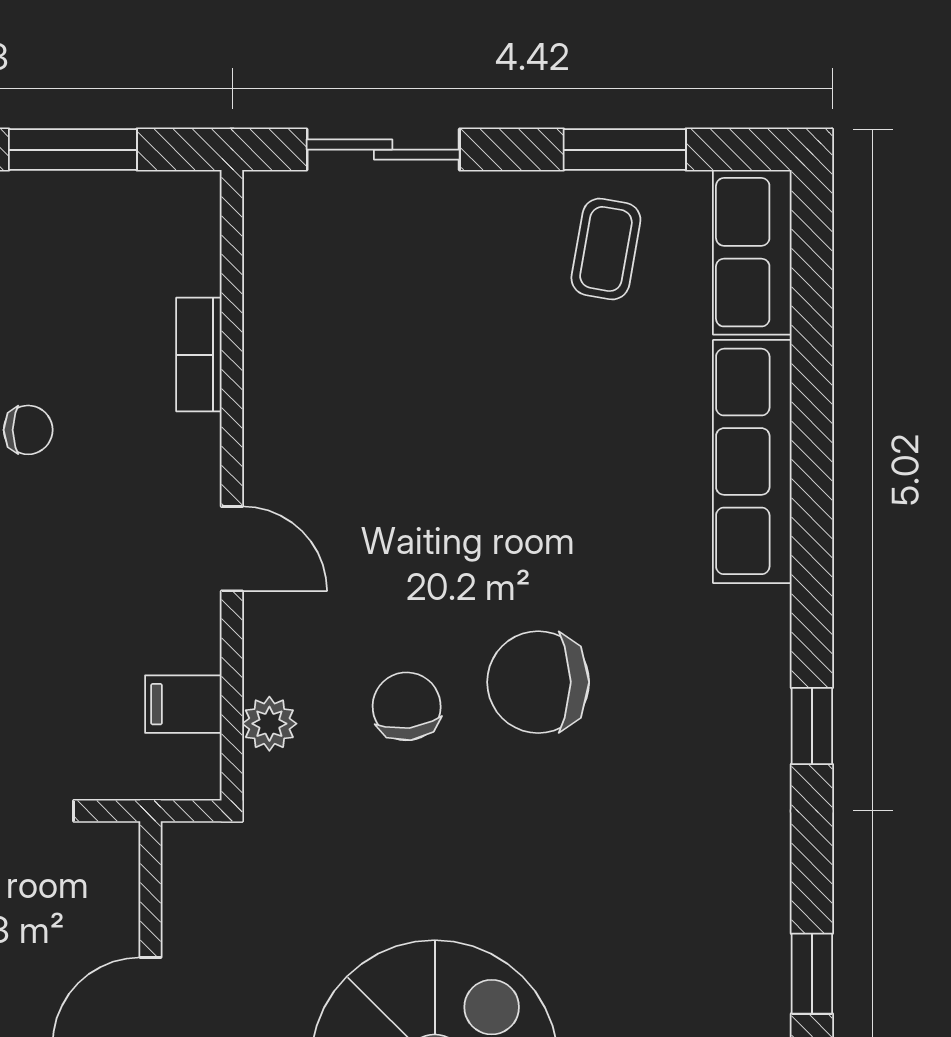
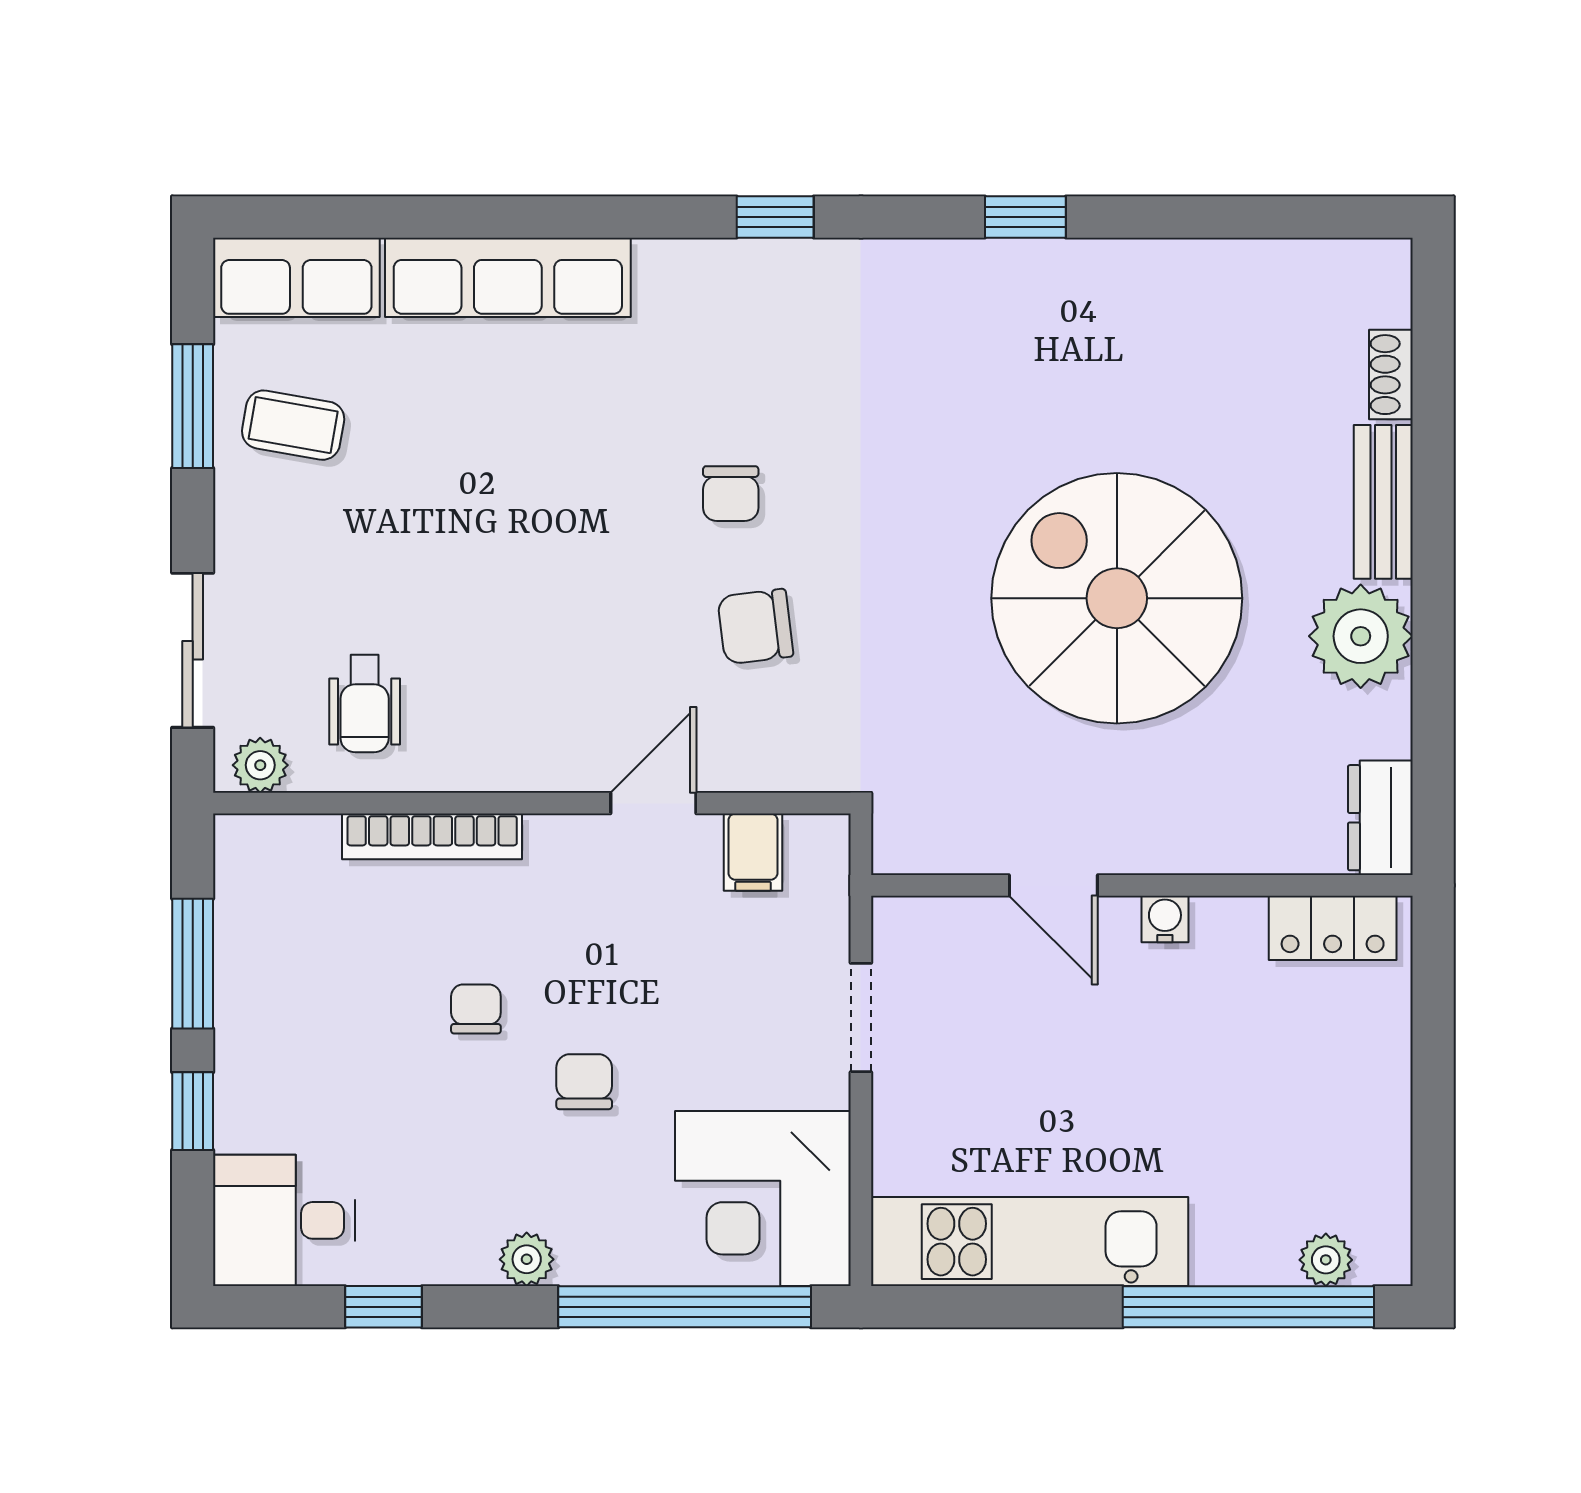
wheelchair: (330, 320) -> (365, 704), added
bookcase: (199, 355) -> (432, 836), width x1.56
door: (232, 549) -> (653, 803), moved
chair: (538, 682) -> (731, 494), width x0.54, depth x0.54
plant: (269, 724) -> (260, 765), moved

